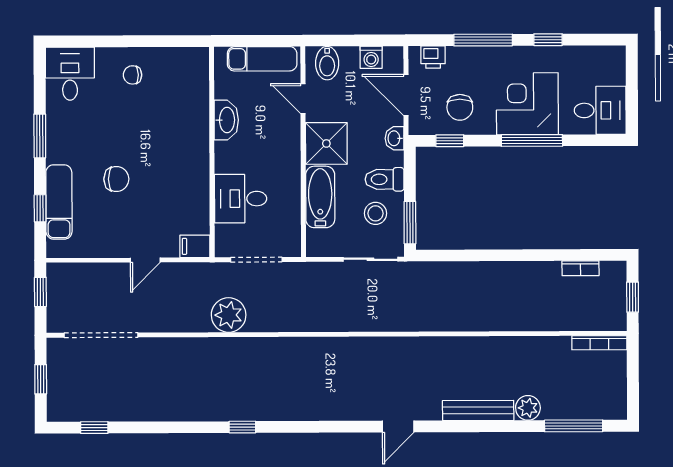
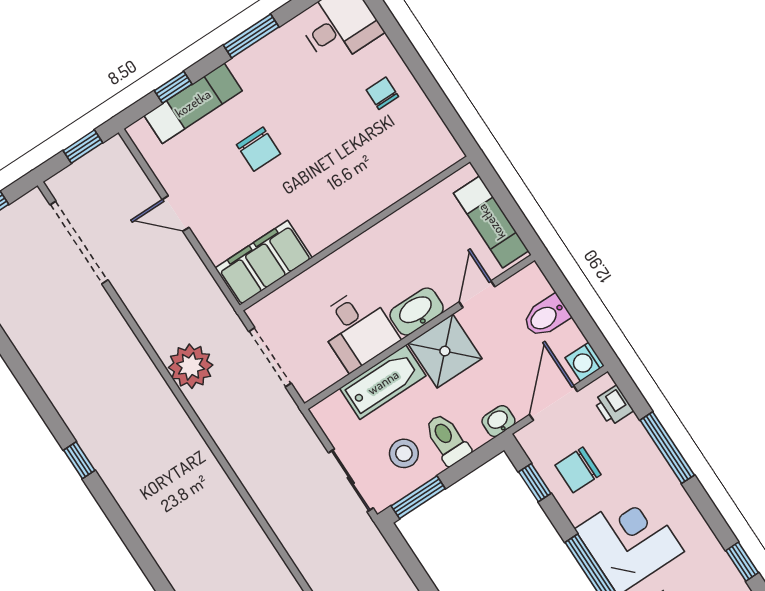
window: (548, 40) -> (742, 562), moved
washing machine: (371, 57) -> (585, 362), moved
bidet: (327, 63) -> (546, 316), moved
washbasin: (226, 120) -> (417, 312), moved, turned 180
desk: (241, 199) -> (357, 329), moved, turned 180
filing cabinet: (195, 246) -> (264, 263), width x3.00, depth x1.17
door: (145, 260) -> (176, 214), moved

